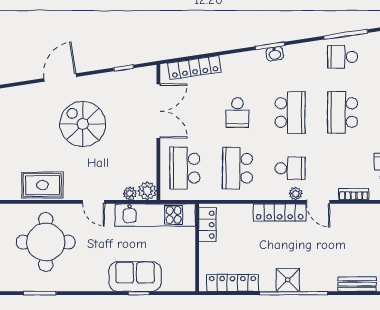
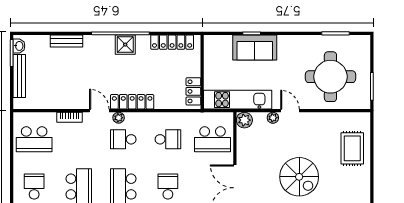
school desk: (185, 168) -> (212, 139), turned 90
school desk: (237, 168) -> (168, 139), width x0.54
rug: (42, 185) -> (352, 148), moved, turned 90
plant: (130, 194) -> (273, 118), moved

